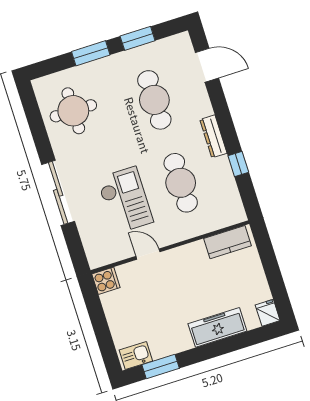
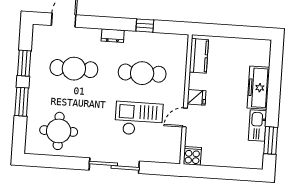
dresser: (213, 136) -> (113, 36), width x0.70
fridge: (268, 313) -> (197, 97), moved, turned 180
kitchen sink: (136, 356) -> (258, 126), moved, width x1.38

